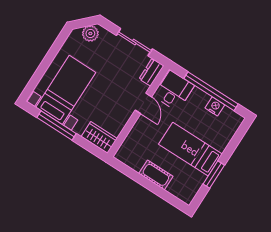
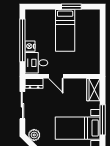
door: (143, 103) -> (56, 76), swing flipped
nightstand: (215, 106) -> (30, 46), moved
cot: (156, 175) -> (94, 41), removed

